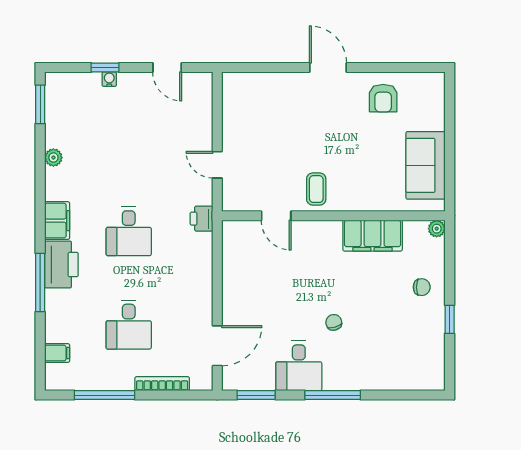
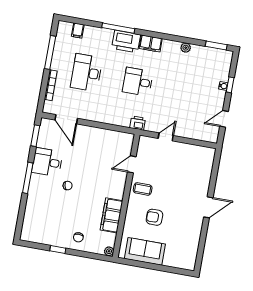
armchair: (383, 98) -> (154, 217), moved
desk: (129, 325) -> (86, 73), width x1.37

